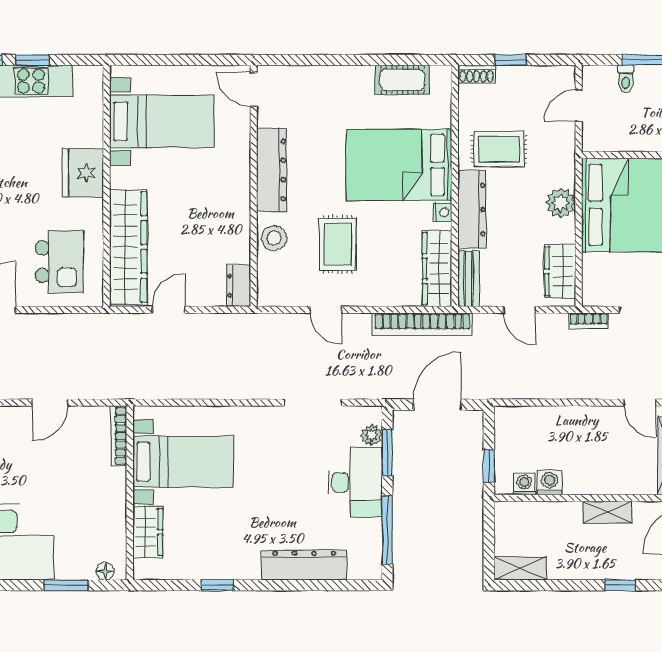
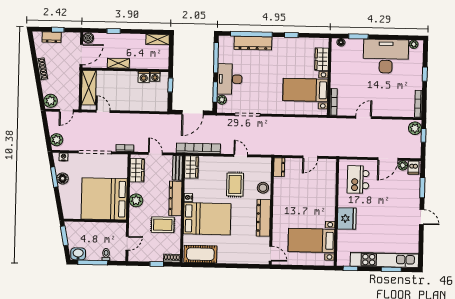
window: (32, 60) -> (350, 268), moved
cot: (402, 80) -> (200, 254), width x1.37, depth x1.34
wardrobe: (128, 247) -> (327, 185), removed
wardrobe: (437, 269) -> (191, 167), width x0.67
window: (308, 585) -> (251, 34), added

